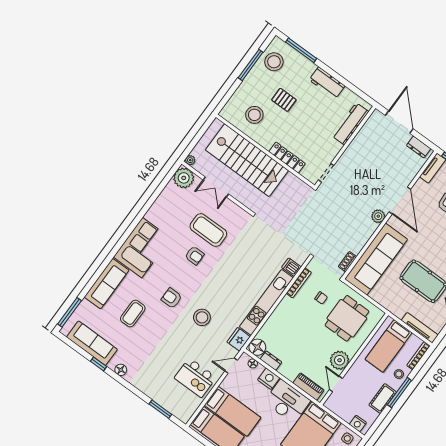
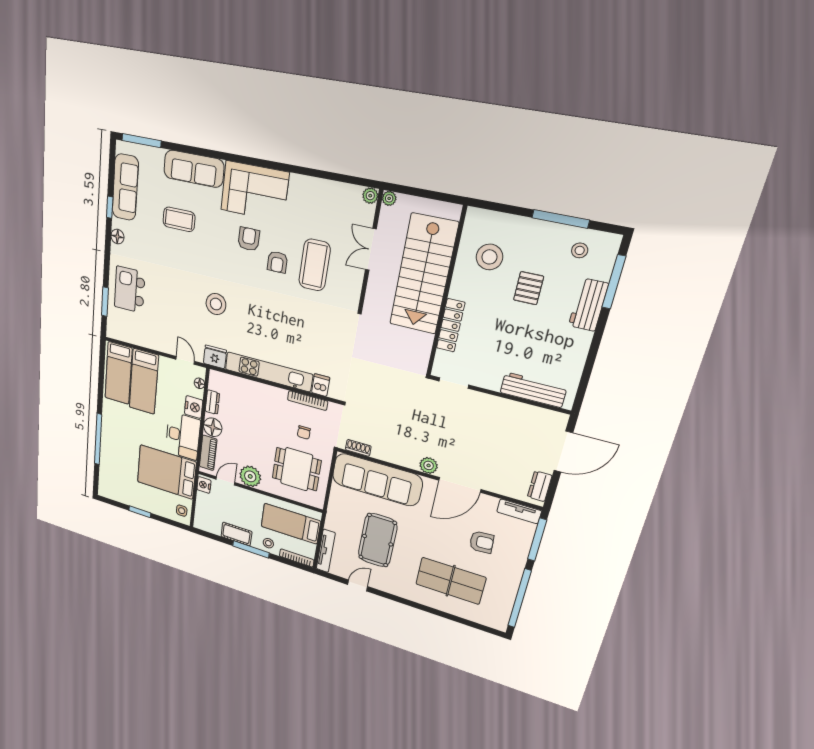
stool: (274, 62) -> (580, 250), width x0.53, depth x0.53
workbench: (327, 83) -> (588, 305), moved
plant: (184, 178) -> (370, 196), width x0.53, depth x0.53
armchair: (172, 298) -> (249, 239), moved
floor lamp: (257, 347) -> (213, 427), moved
kitchen island: (195, 378) -> (130, 290), moved
nightstand: (358, 423) -> (204, 485), moved

